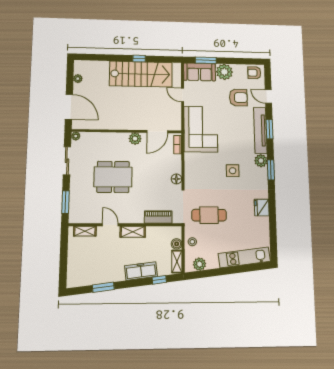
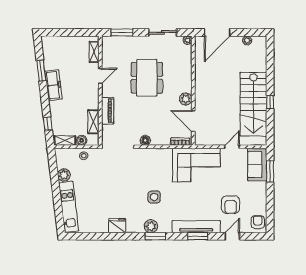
plant: (224, 72) -> (258, 191), removed
plant: (261, 161) -> (151, 226), moved
cafe table: (209, 215) -> (110, 173), removed
piano: (158, 217) -> (108, 111), moved
shelving: (133, 232) -> (93, 122), moved
plant: (200, 264) -> (64, 175), moved
freezer: (141, 271) -> (54, 85), moved

